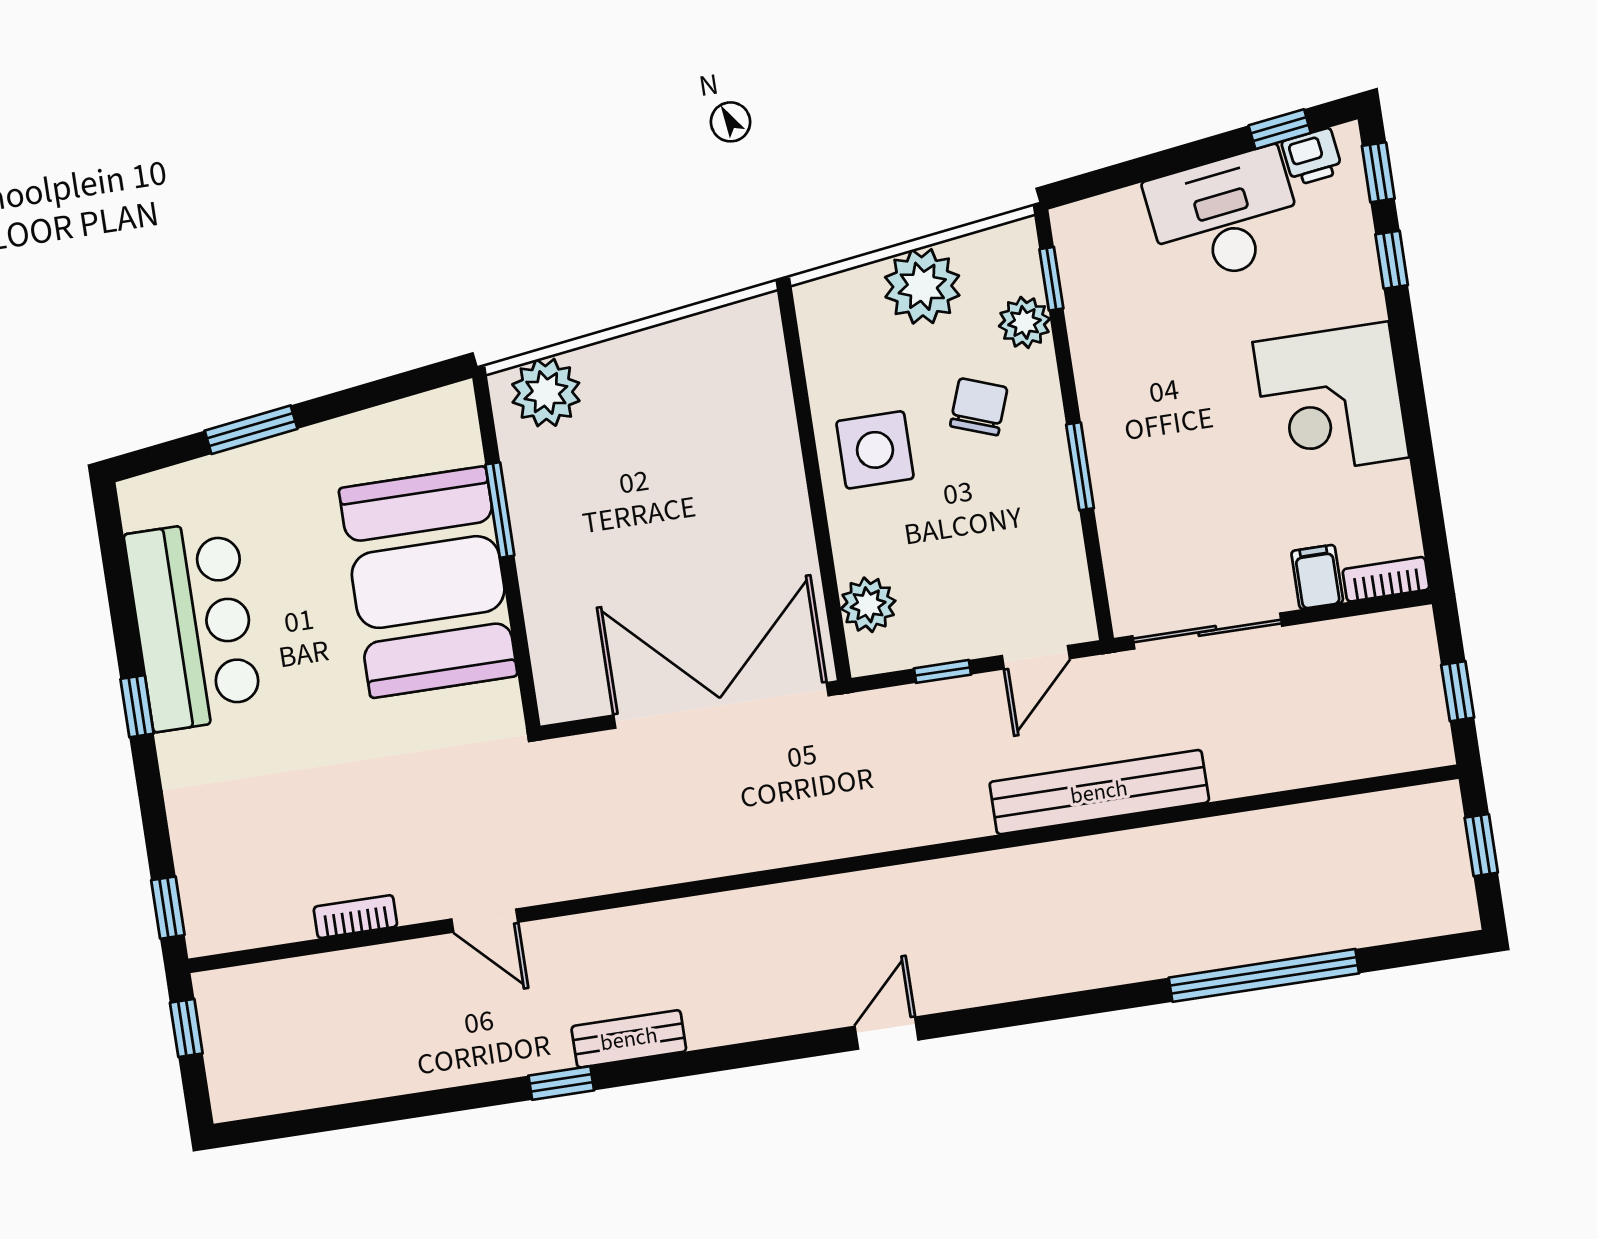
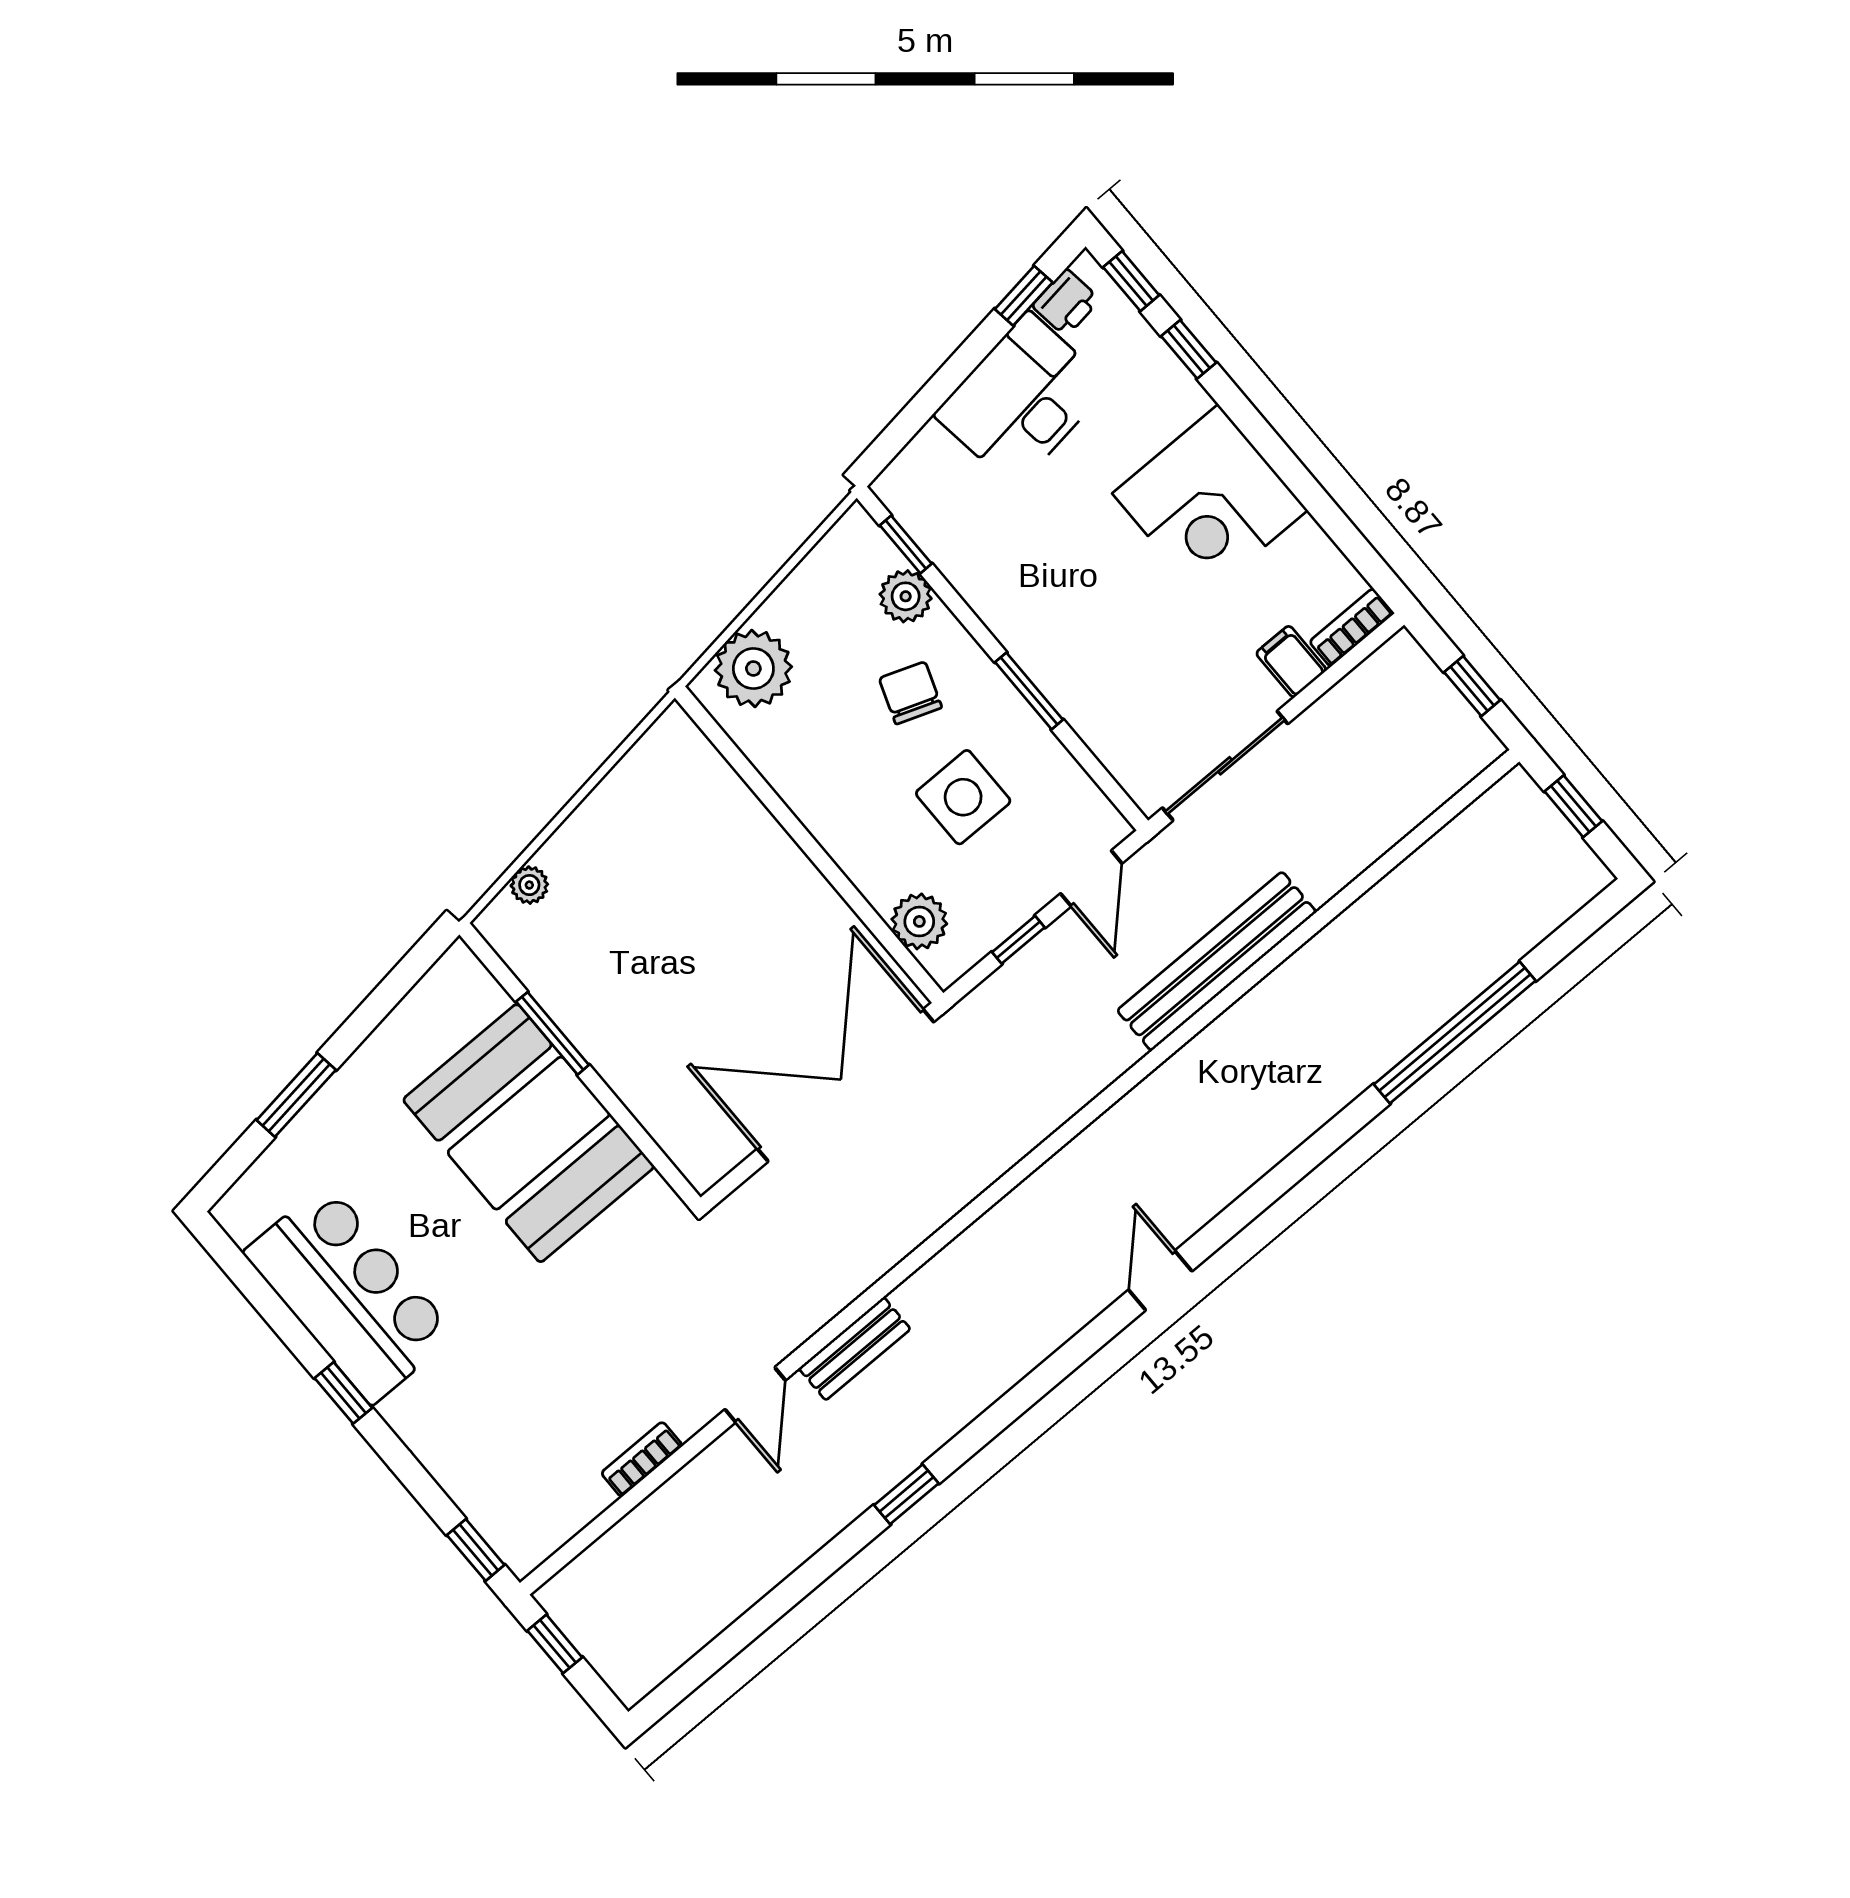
plant: (922, 286) -> (753, 668), moved
plant: (546, 393) -> (529, 885), width x0.53, depth x0.53
side table: (875, 450) -> (963, 797), moved
door: (485, 921) -> (755, 1395), hinge flipped
bench: (629, 1039) -> (855, 1349), moved

